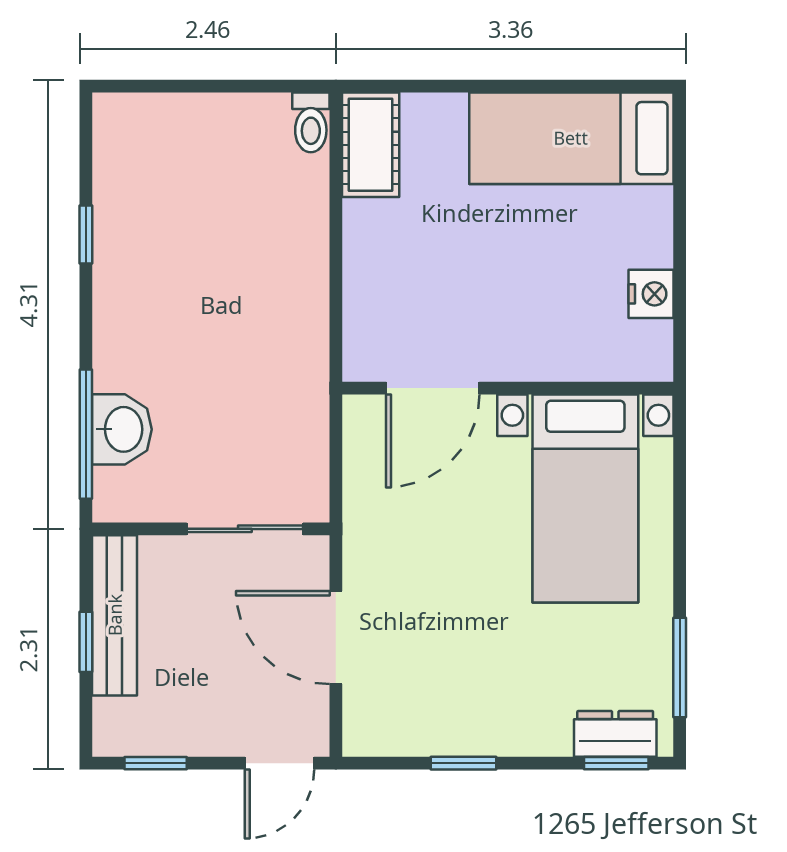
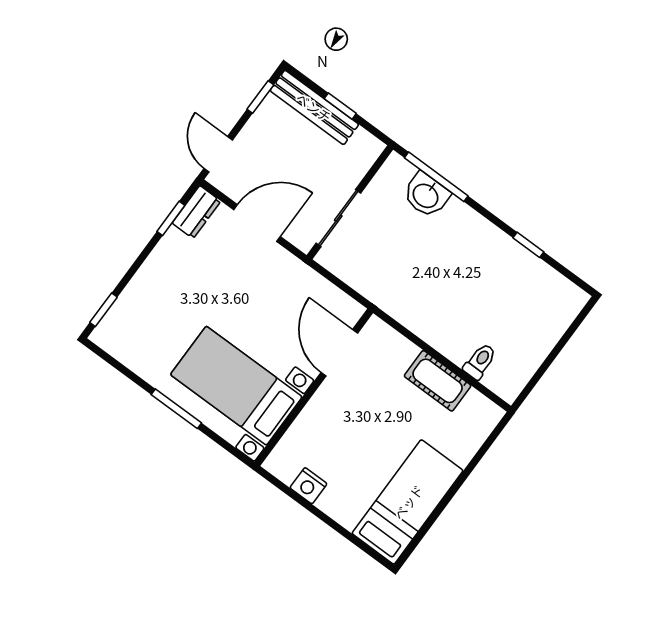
toilet: (311, 122) -> (480, 361), moved, turned 90
cot: (371, 145) -> (438, 381), moved
bench: (115, 615) -> (314, 107), moved
window: (680, 667) -> (176, 409), moved
dresser: (615, 734) -> (196, 212), moved
window: (463, 763) -> (171, 218), moved

